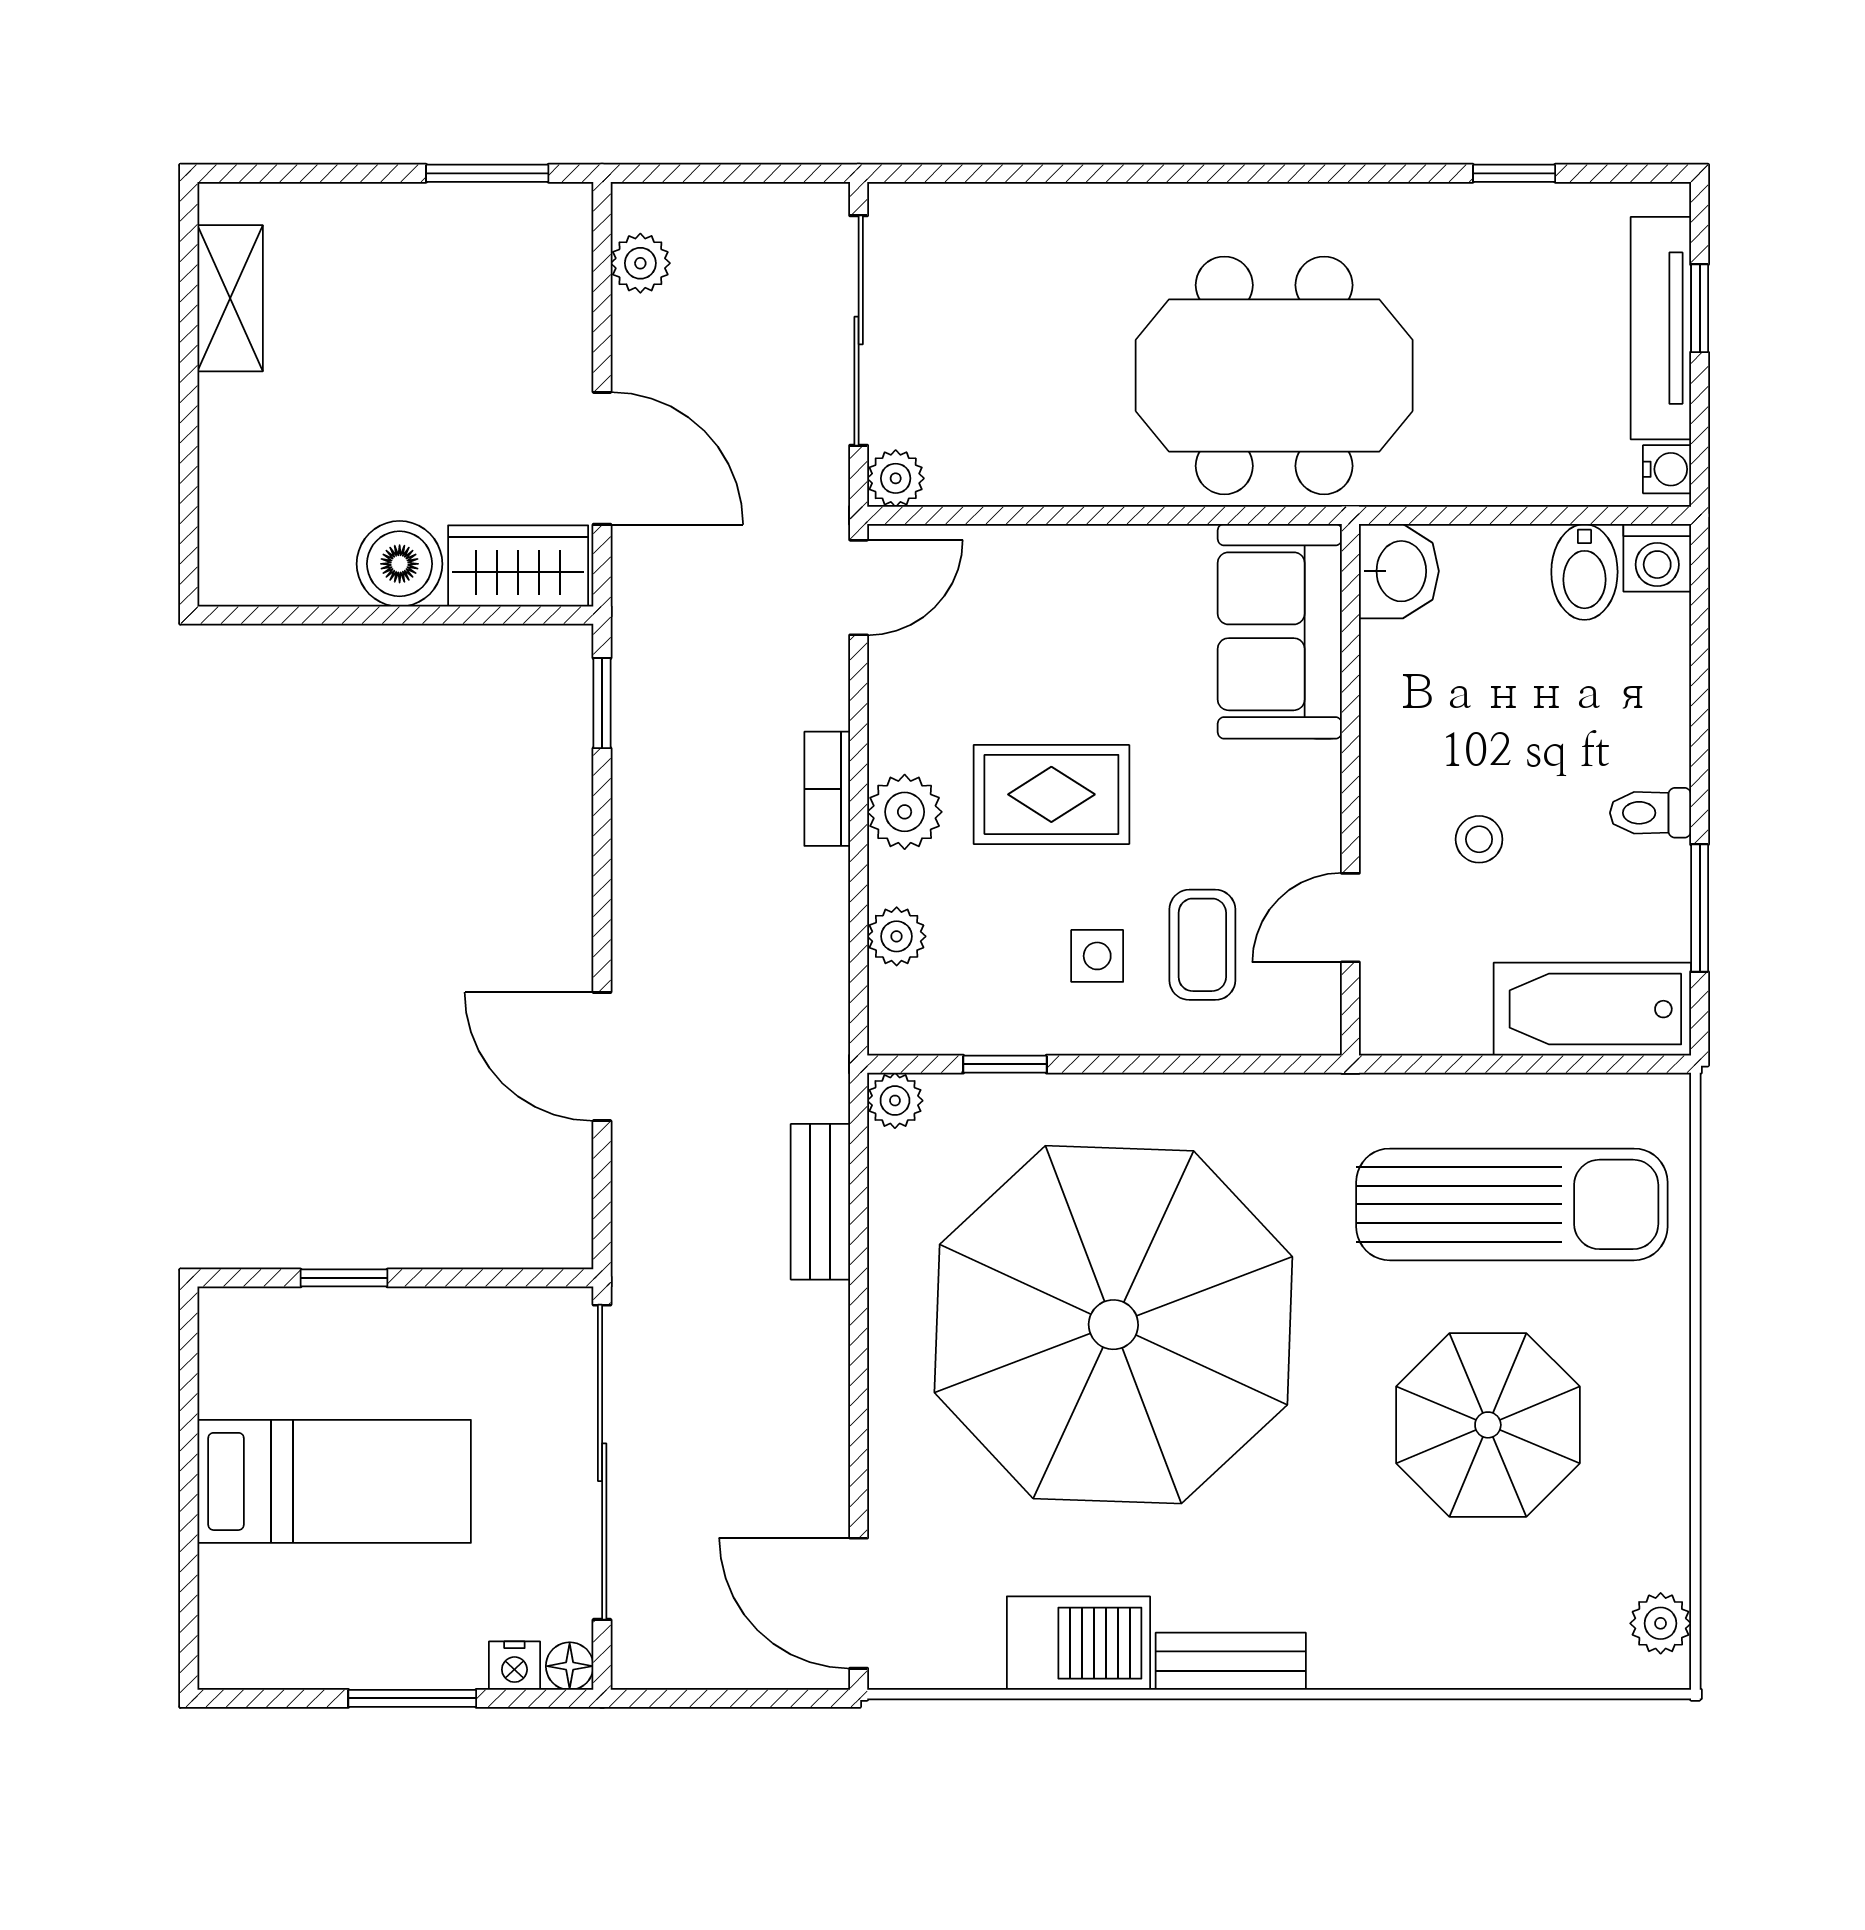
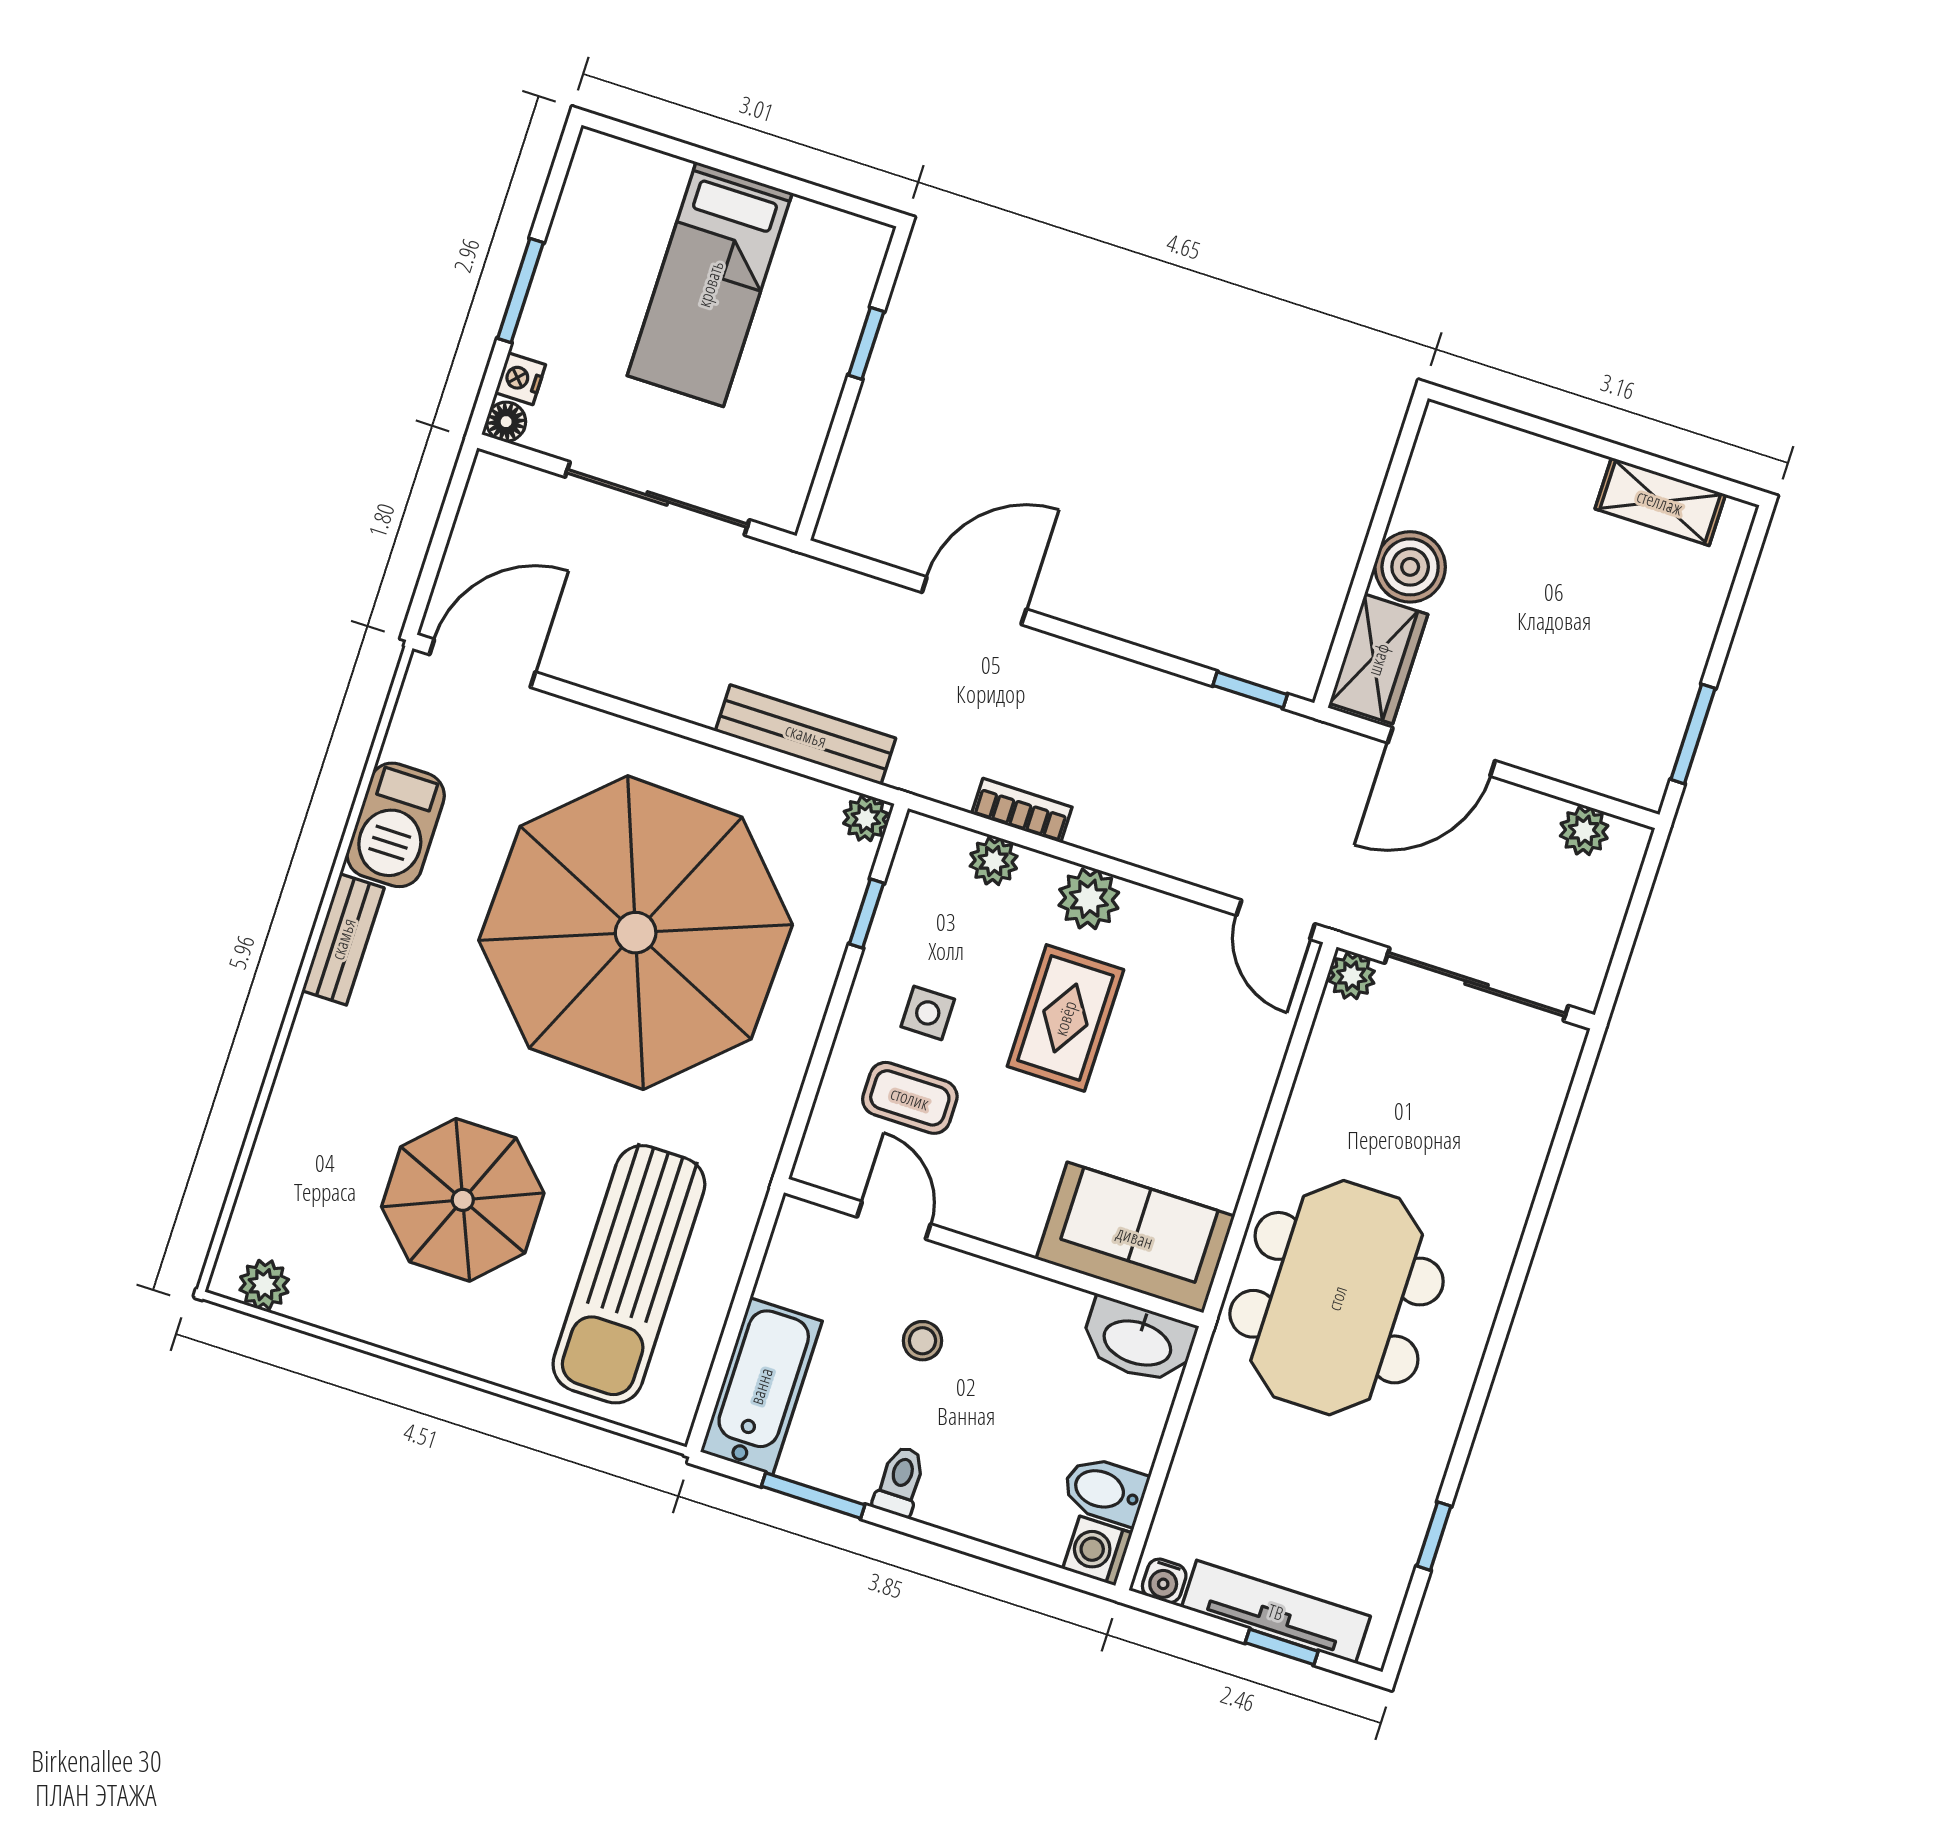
washbasin: (1399, 571) -> (1138, 1341), width x1.38
bookcase: (827, 789) -> (1022, 810), moved
bench: (820, 1202) -> (806, 735), width x1.36
sliding door: (602, 1462) -> (657, 498), width x0.73

